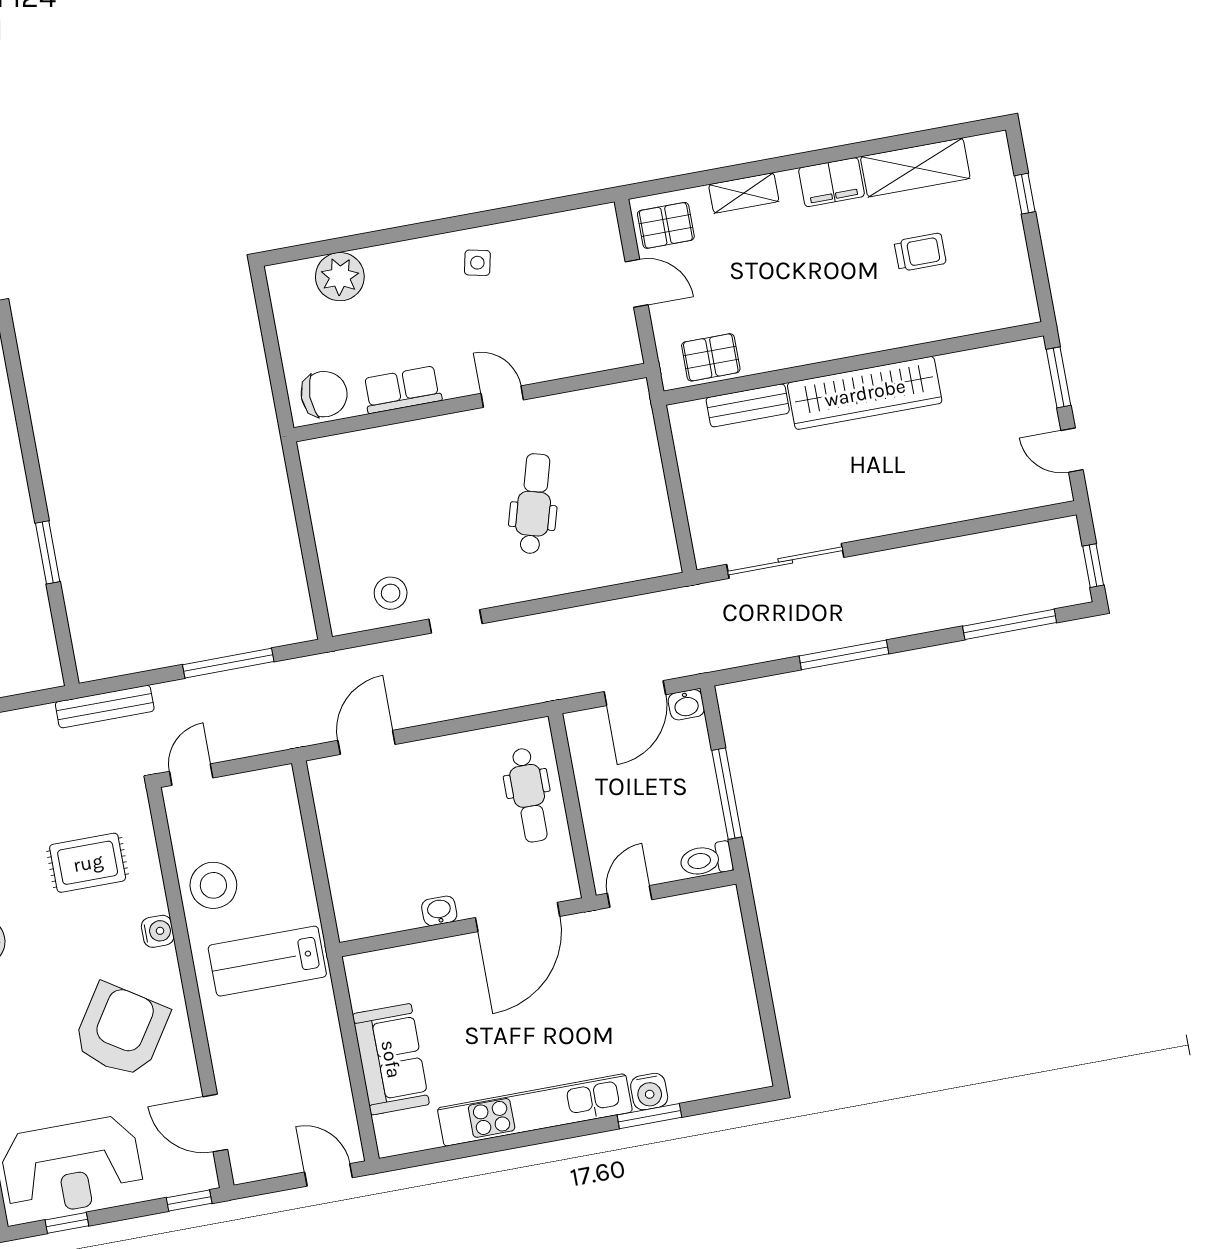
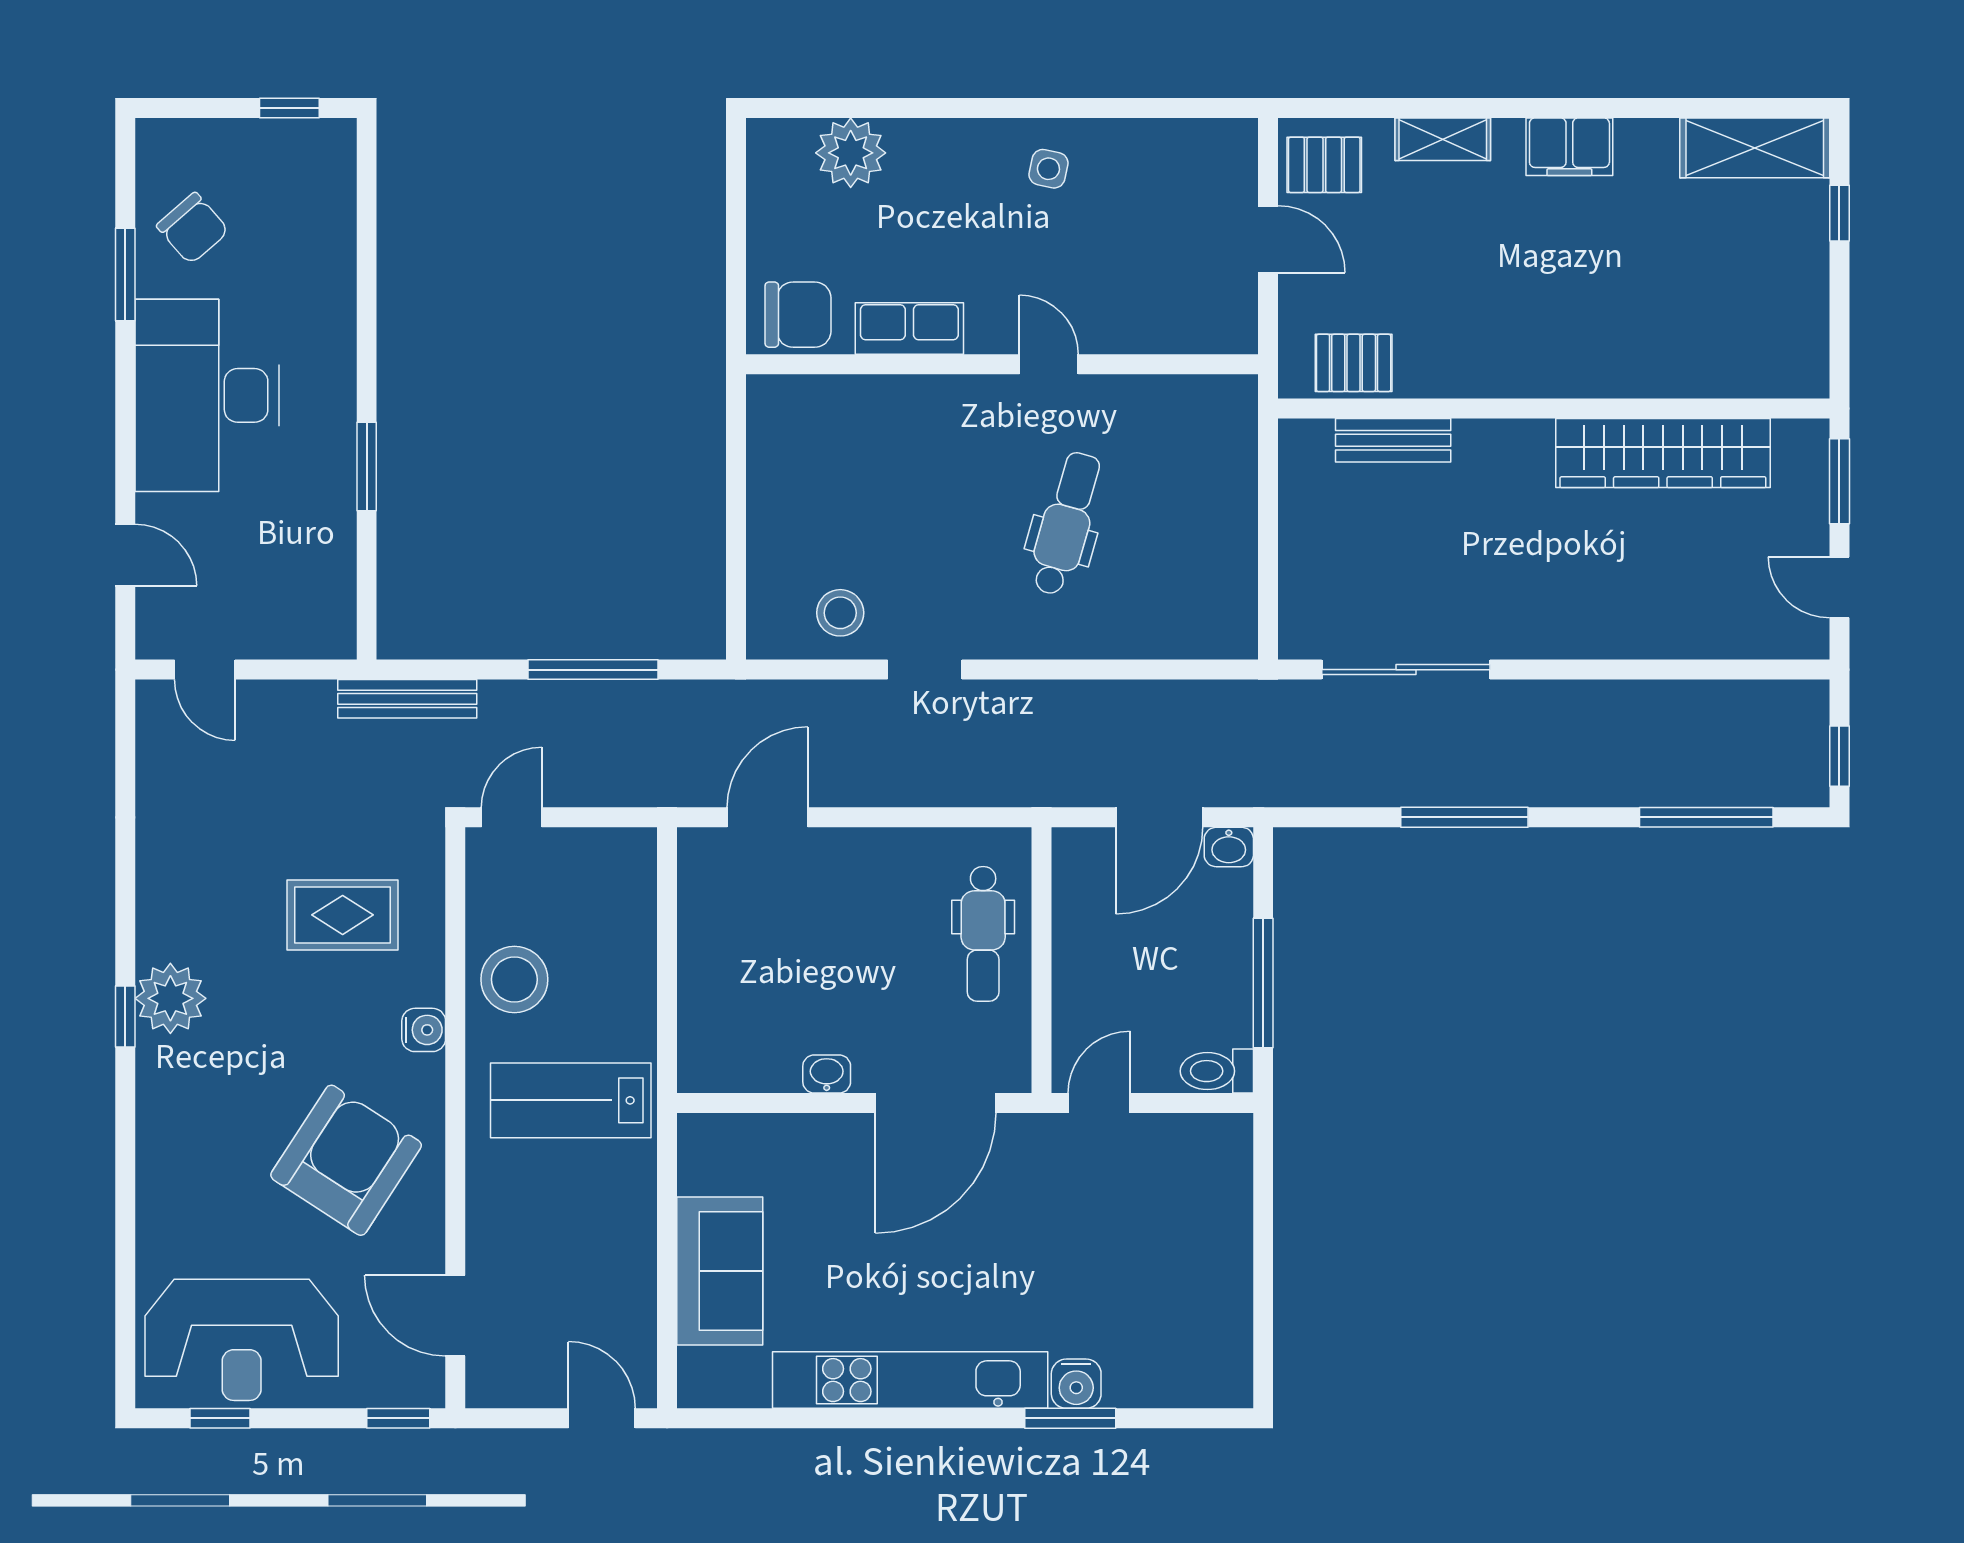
shelving: (915, 168) -> (1755, 148), moved
trolley: (920, 252) -> (1676, 269), removed
wardrobe: (865, 393) -> (1663, 453), moved

